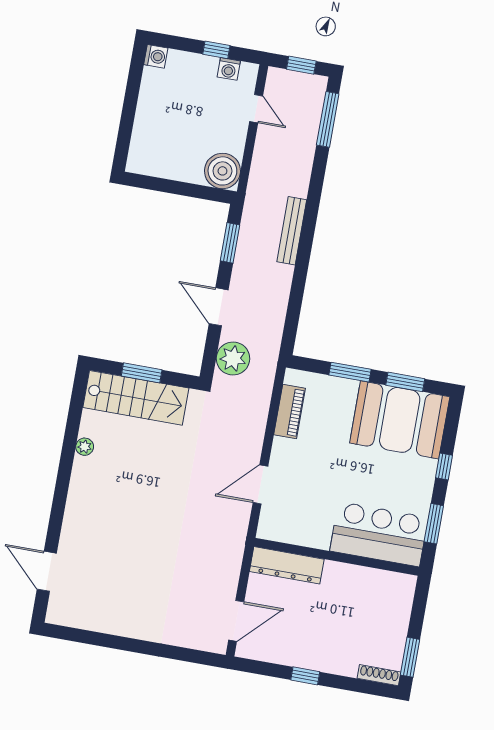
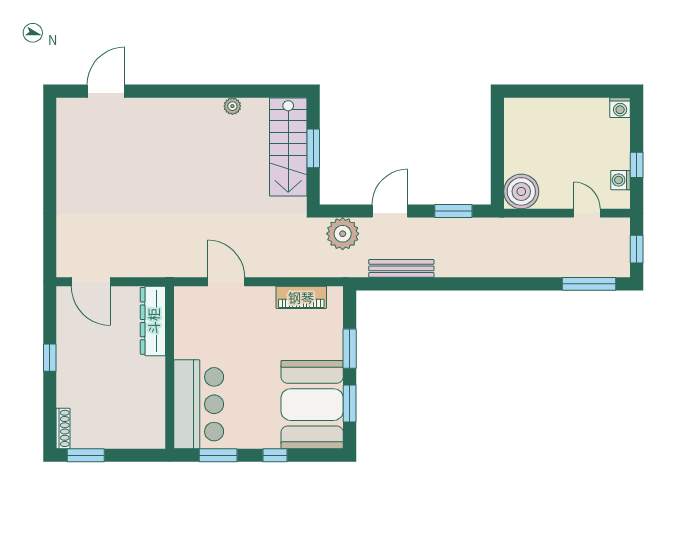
door: (256, 109) -> (587, 213), swing flipped
bench: (292, 231) -> (401, 268), moved

